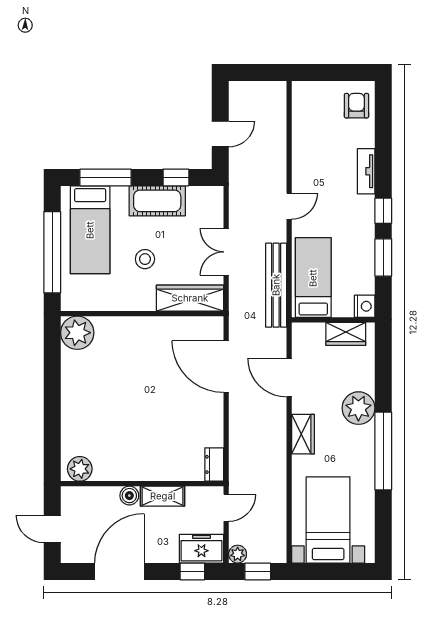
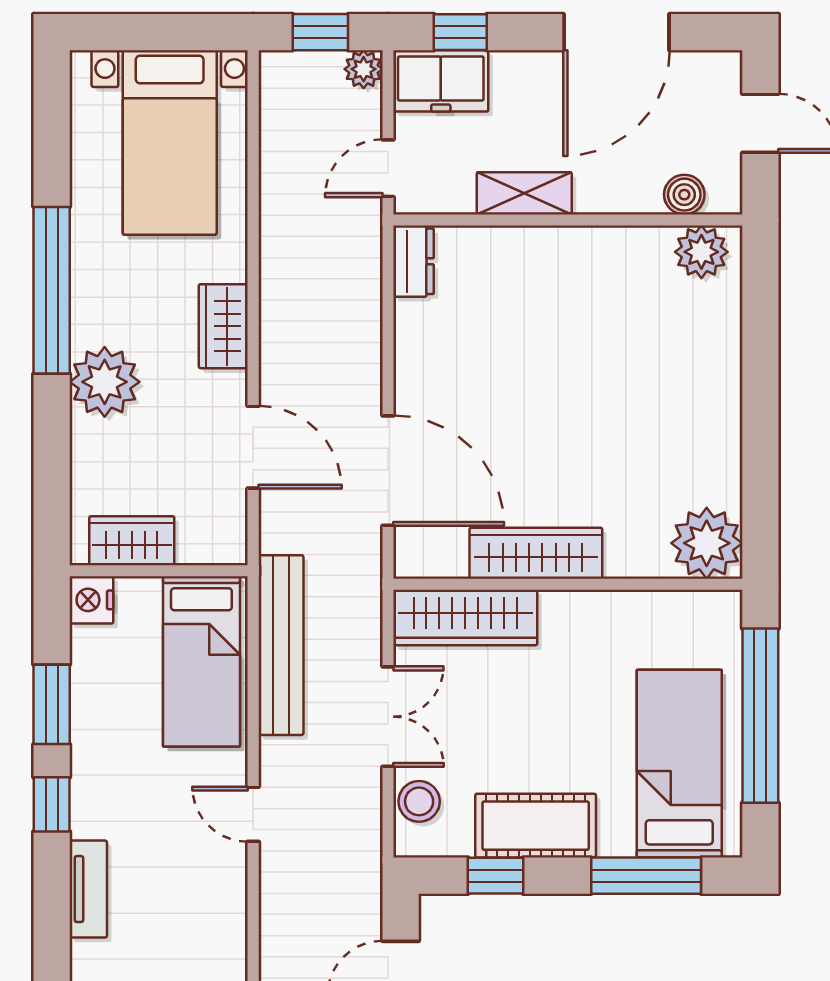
door: (289, 206) -> (253, 814), hinge flipped
stool: (145, 259) -> (419, 801), moved
wardrobe: (157, 328) -> (536, 553), added
boiler: (129, 496) -> (684, 195), moved

